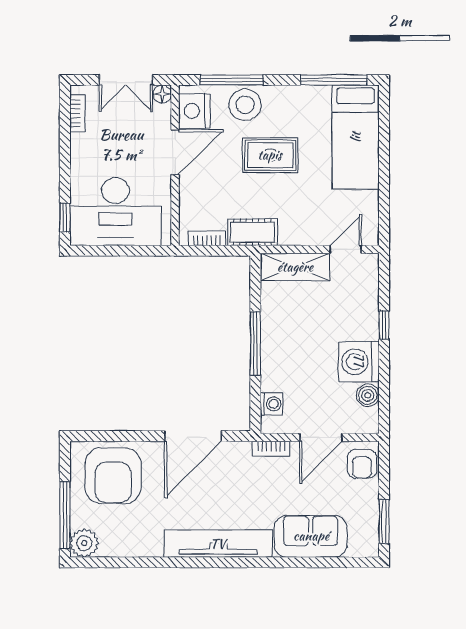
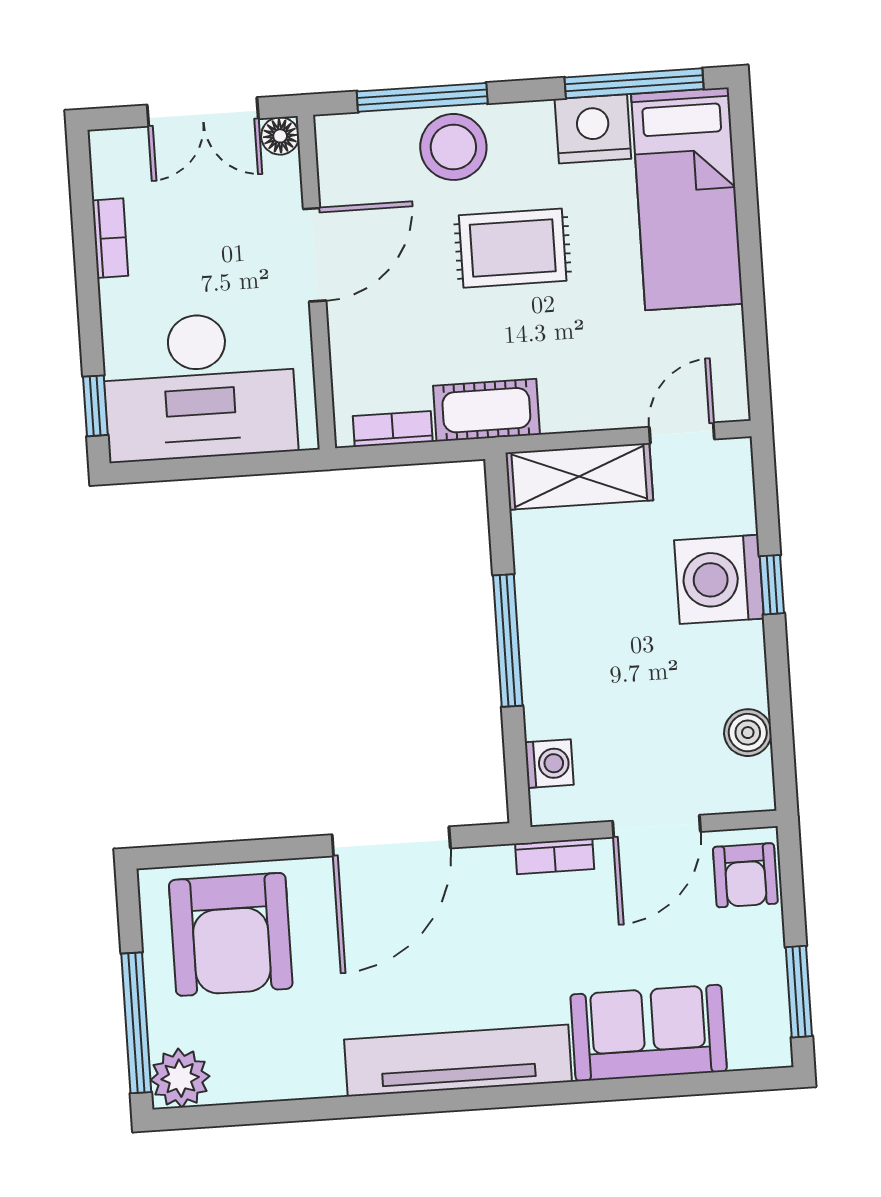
nightstand: (194, 111) -> (593, 129), moved, turned 90
bookcase: (77, 113) -> (110, 238), moved
washing machine: (359, 362) -> (719, 579), moved

